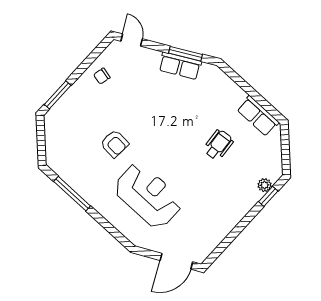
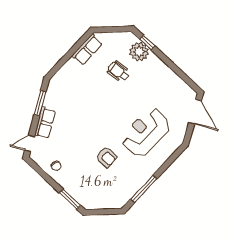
row of seats: (180, 66) -> (45, 123), moved
armchair: (114, 144) -> (107, 157), turned 86
wheelchair: (218, 145) -> (119, 72), moved
plant: (265, 185) -> (139, 52), width x1.88, depth x1.88

